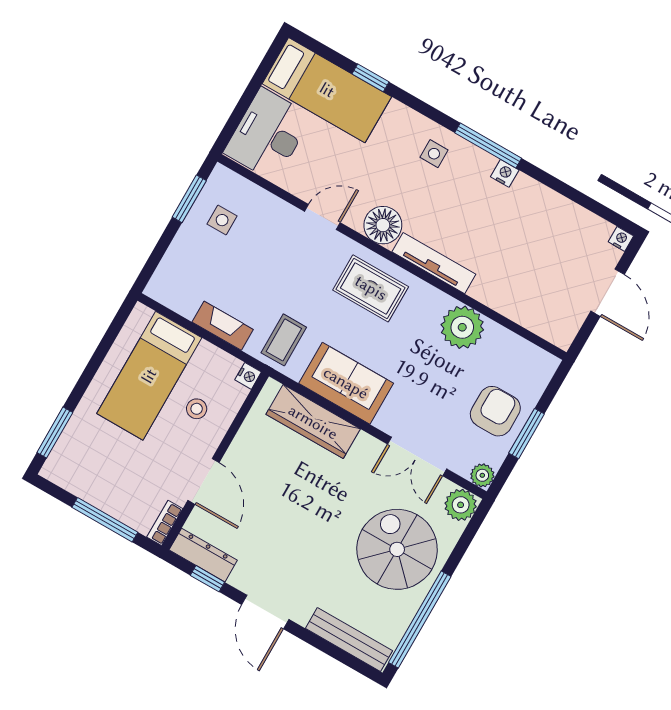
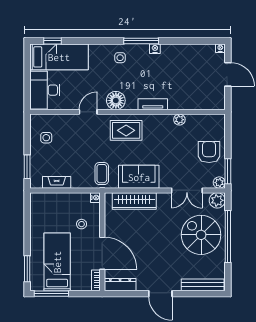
window: (370, 78) -> (53, 41), moved
window: (189, 199) -> (27, 167), moved
tv unit: (434, 263) -> (153, 104), width x0.71
fireplace: (223, 326) -> (57, 182), moved
plant: (462, 327) -> (179, 120), width x0.53, depth x0.53
bed: (149, 376) -> (57, 262), moved, turned 180
window: (527, 434) -> (228, 171), moved
door: (203, 481) -> (102, 253), width x1.36
window: (105, 520) -> (51, 294), moved
window: (207, 579) -> (128, 294), removed
window: (420, 619) -> (228, 236), moved

